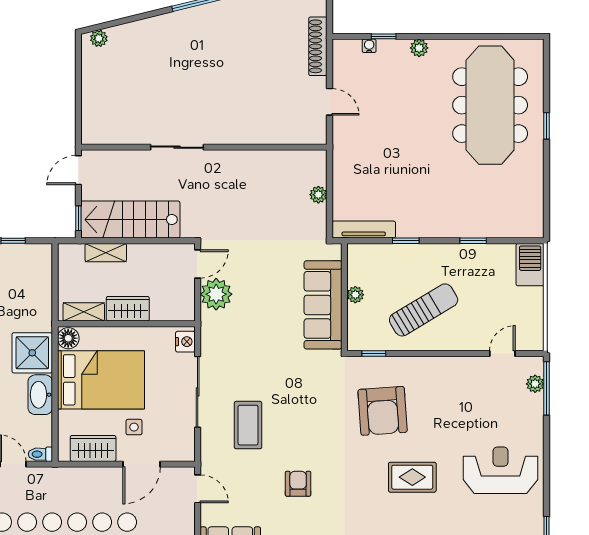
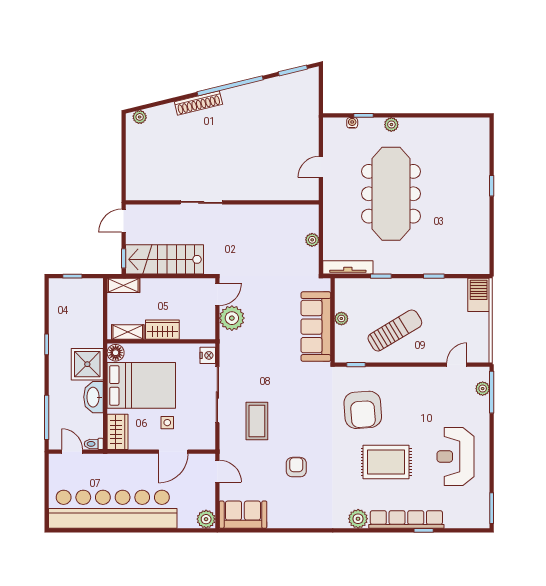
shoe rack: (318, 46) -> (198, 103), moved, turned -104
door: (329, 102) -> (321, 167), swing flipped
meeting table: (490, 105) -> (391, 194), moved
shelving: (106, 253) -> (123, 285), moved
wardrobe: (93, 448) -> (118, 432), moved, turned 90
reception desk: (500, 470) -> (455, 456), turned -90
rug: (412, 477) -> (386, 462), width x1.36, depth x1.43

